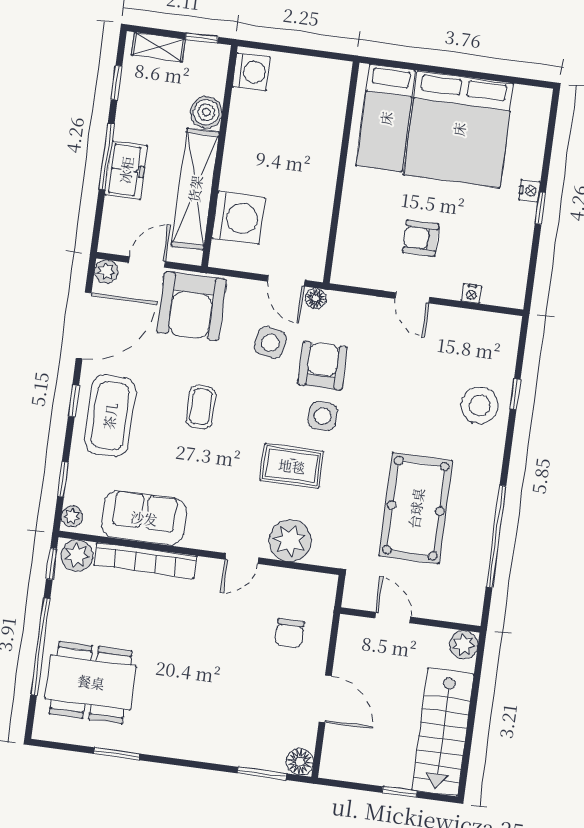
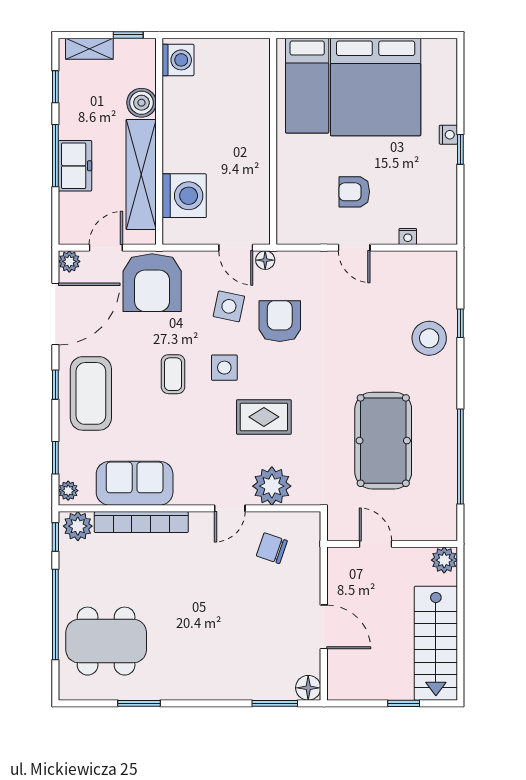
side table: (323, 416) -> (224, 368), moved
chair: (290, 633) -> (272, 548), moved, turned 109

